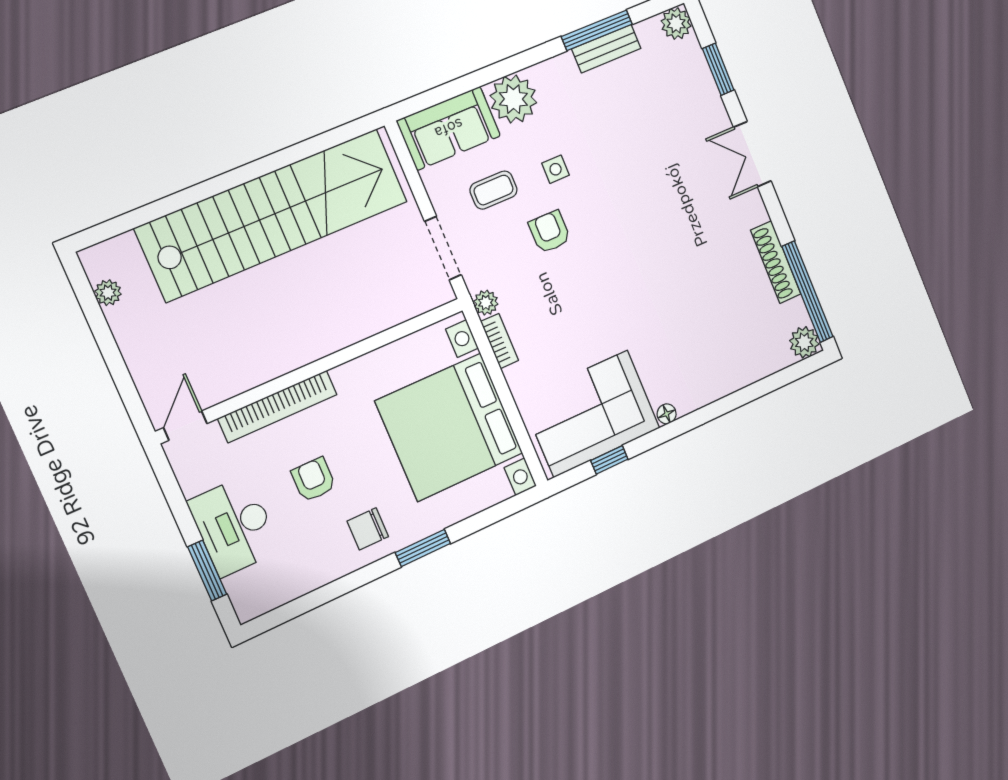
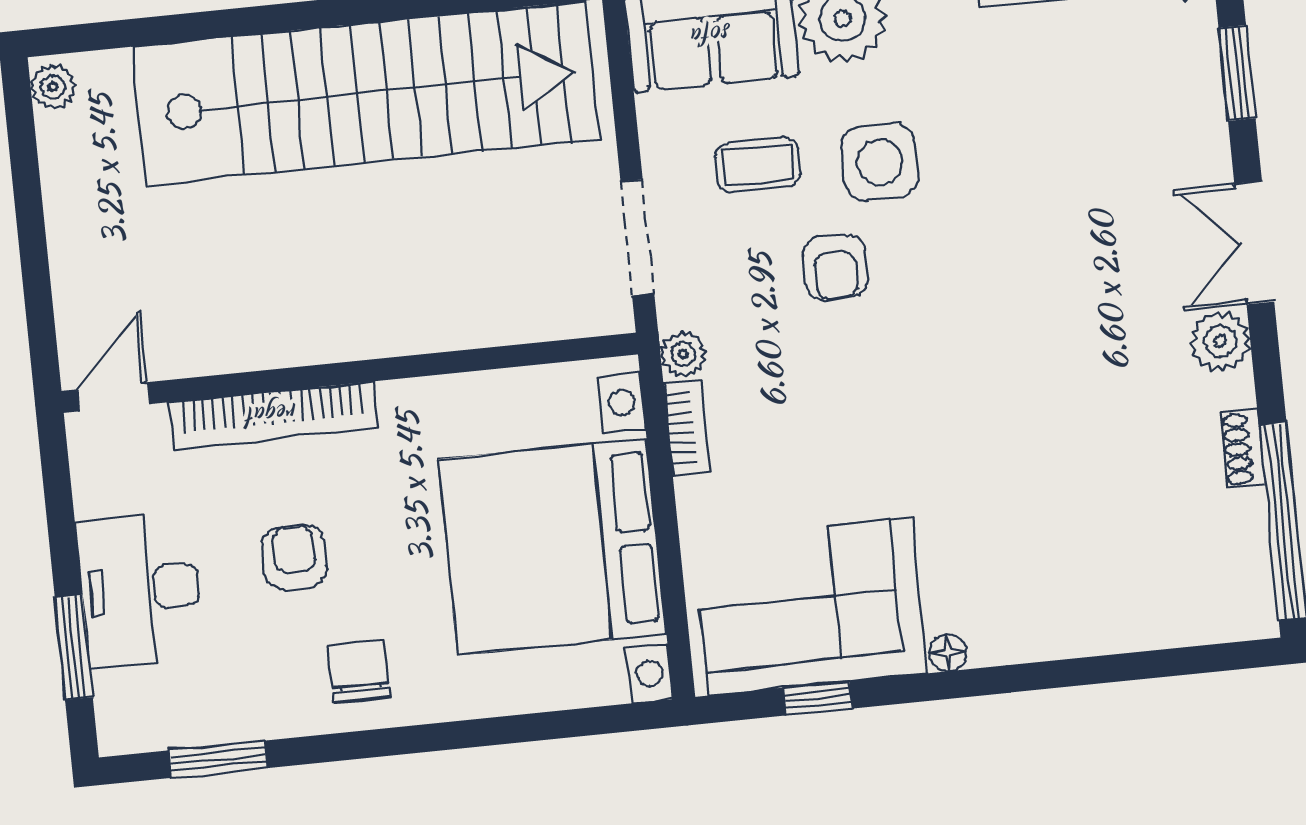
side table: (556, 169) -> (880, 162), width x1.87, depth x1.87
armchair: (550, 232) -> (835, 267), turned 180
shoe rack: (776, 262) -> (1243, 449), width x0.51, depth x0.81
plant: (108, 293) -> (53, 87), moved
plant: (804, 342) -> (1220, 341), moved
chair: (368, 529) -> (359, 671), turned 90
window: (423, 548) -> (218, 759), moved

